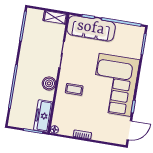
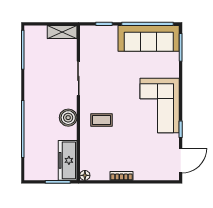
sofa: (91, 28) -> (149, 38), moved
corner sofa: (115, 85) -> (160, 105), width x0.73, depth x0.74

